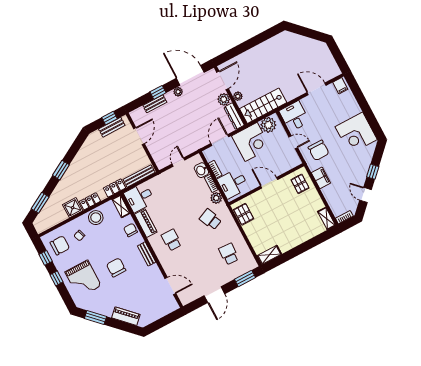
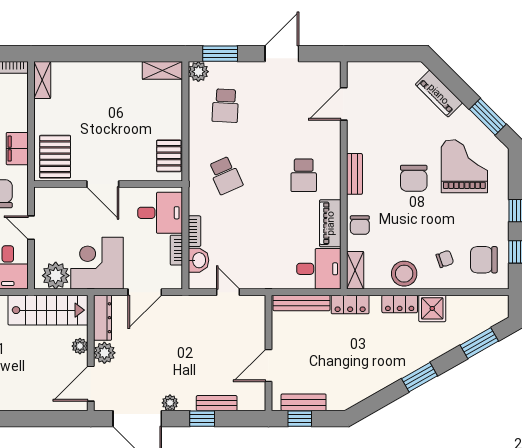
door: (178, 162) -> (228, 292), swing flipped
pallet: (300, 184) -> (55, 157), width x1.50, depth x1.42
plant: (216, 198) -> (198, 72), moved
grand piano: (83, 279) -> (464, 166), moved
door: (170, 286) -> (344, 104), hinge flipped

